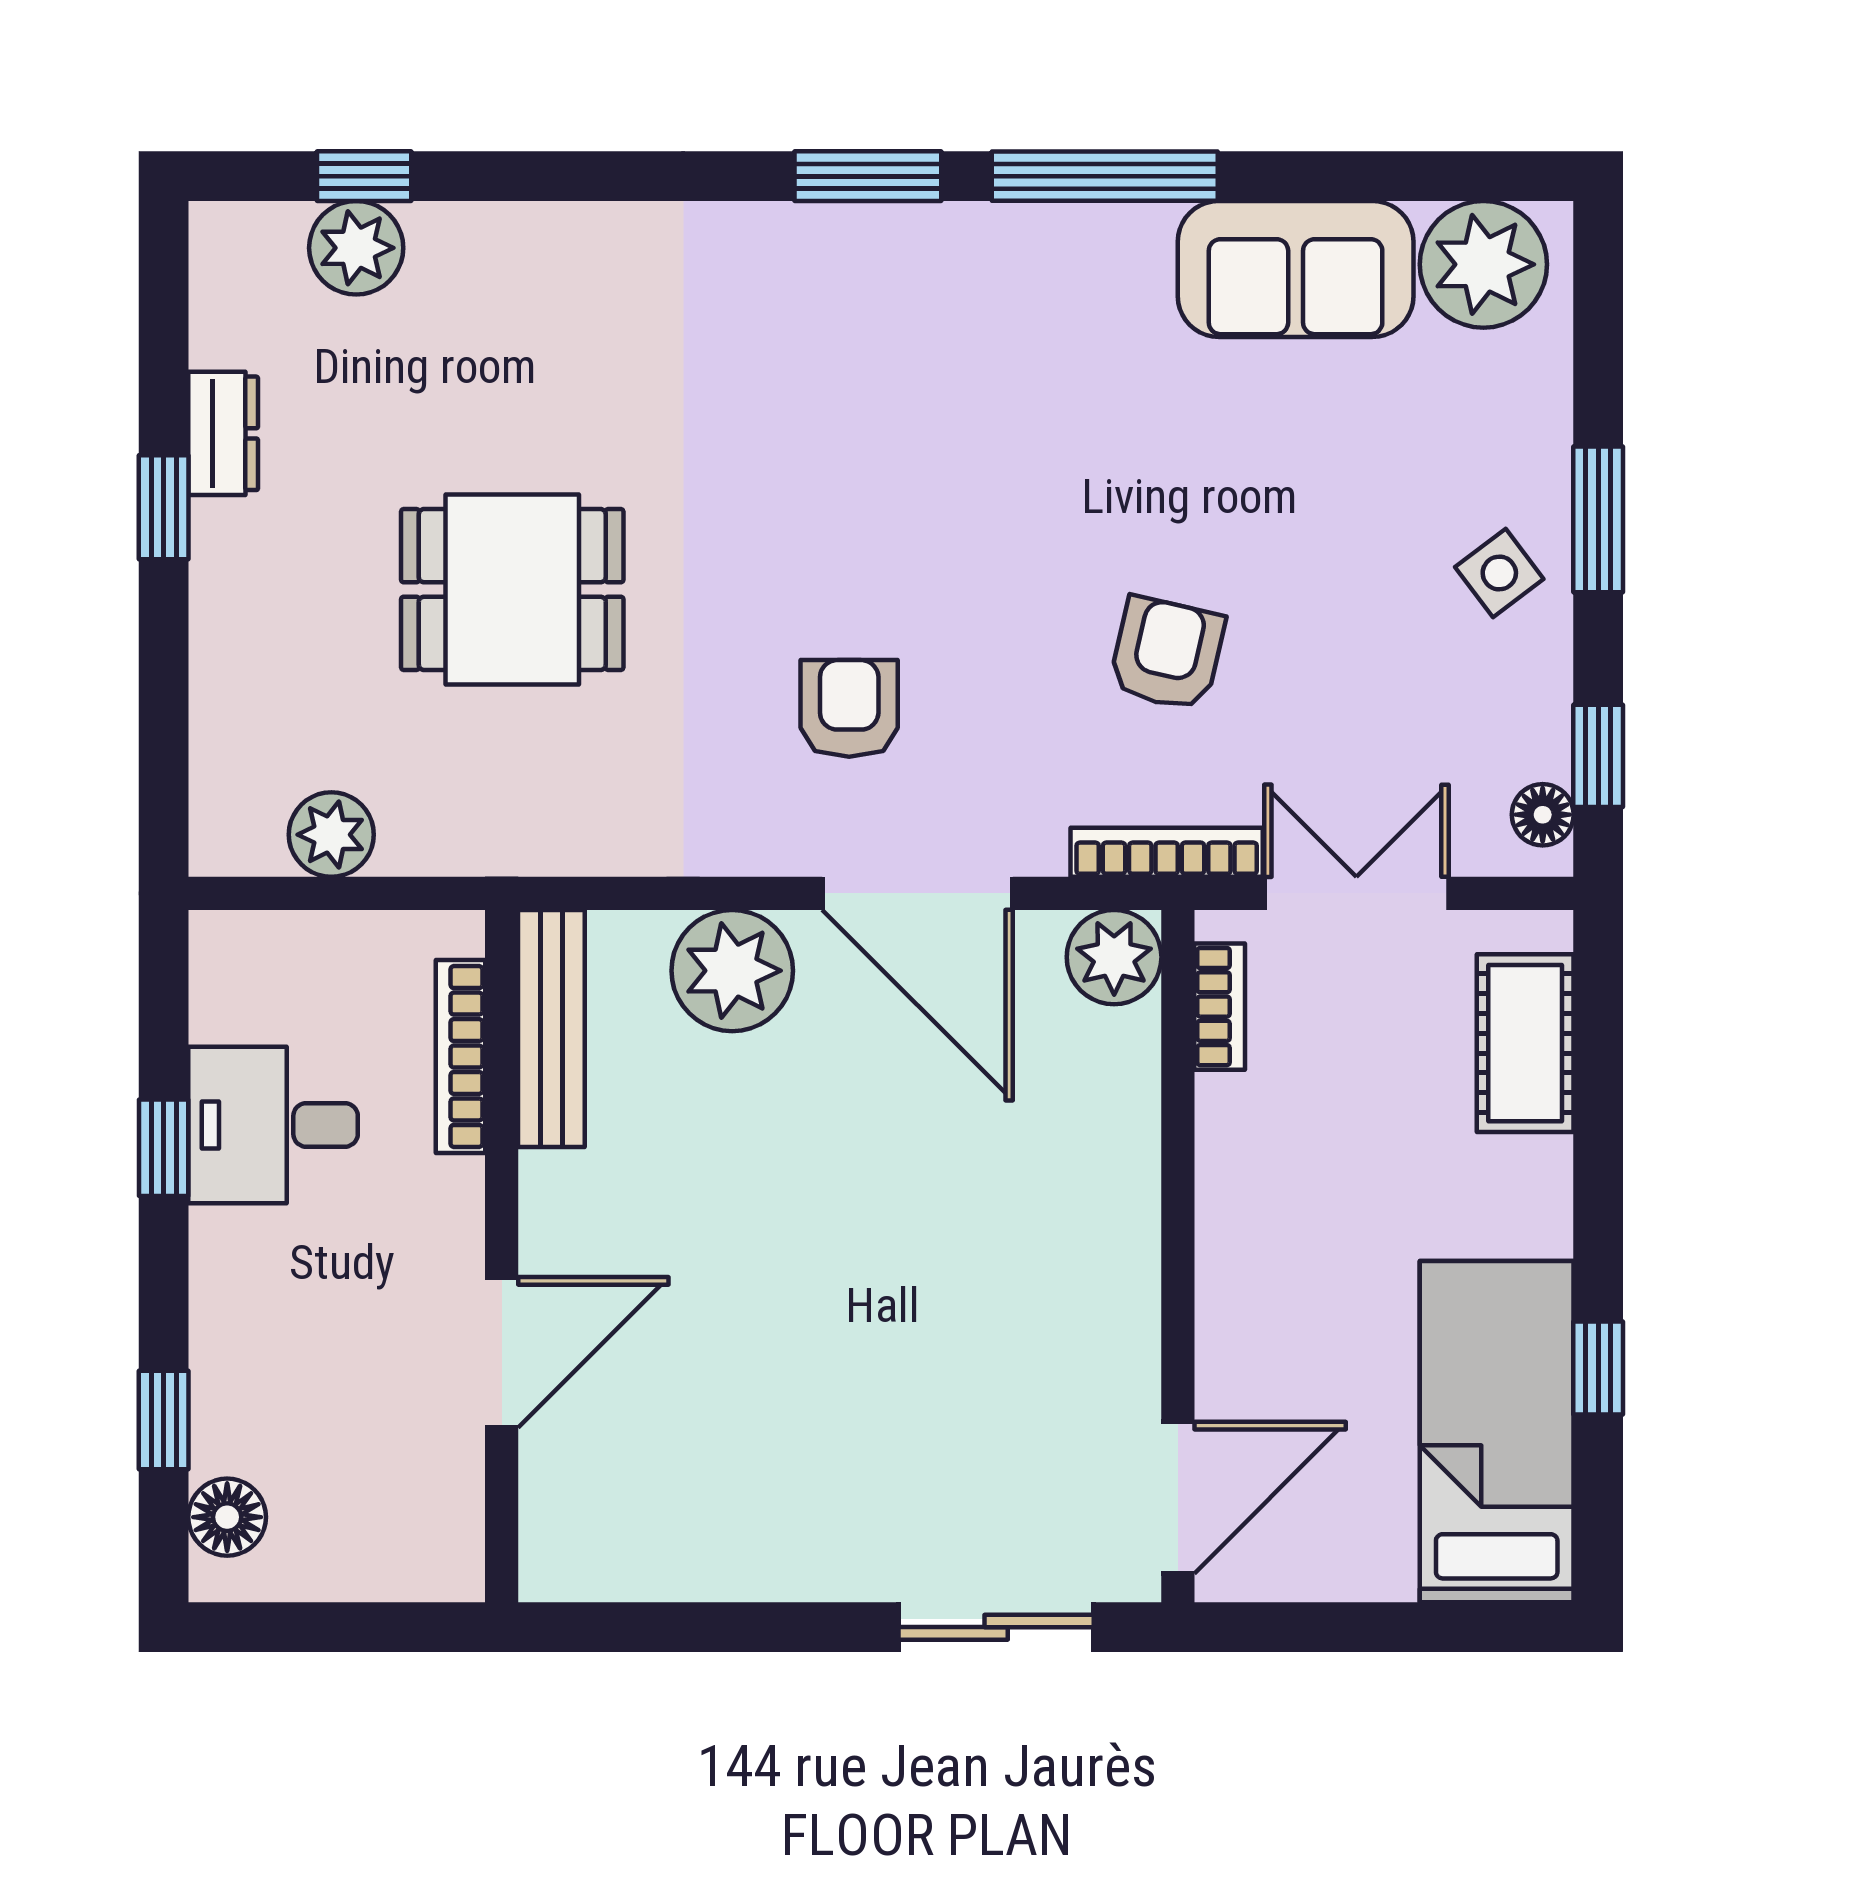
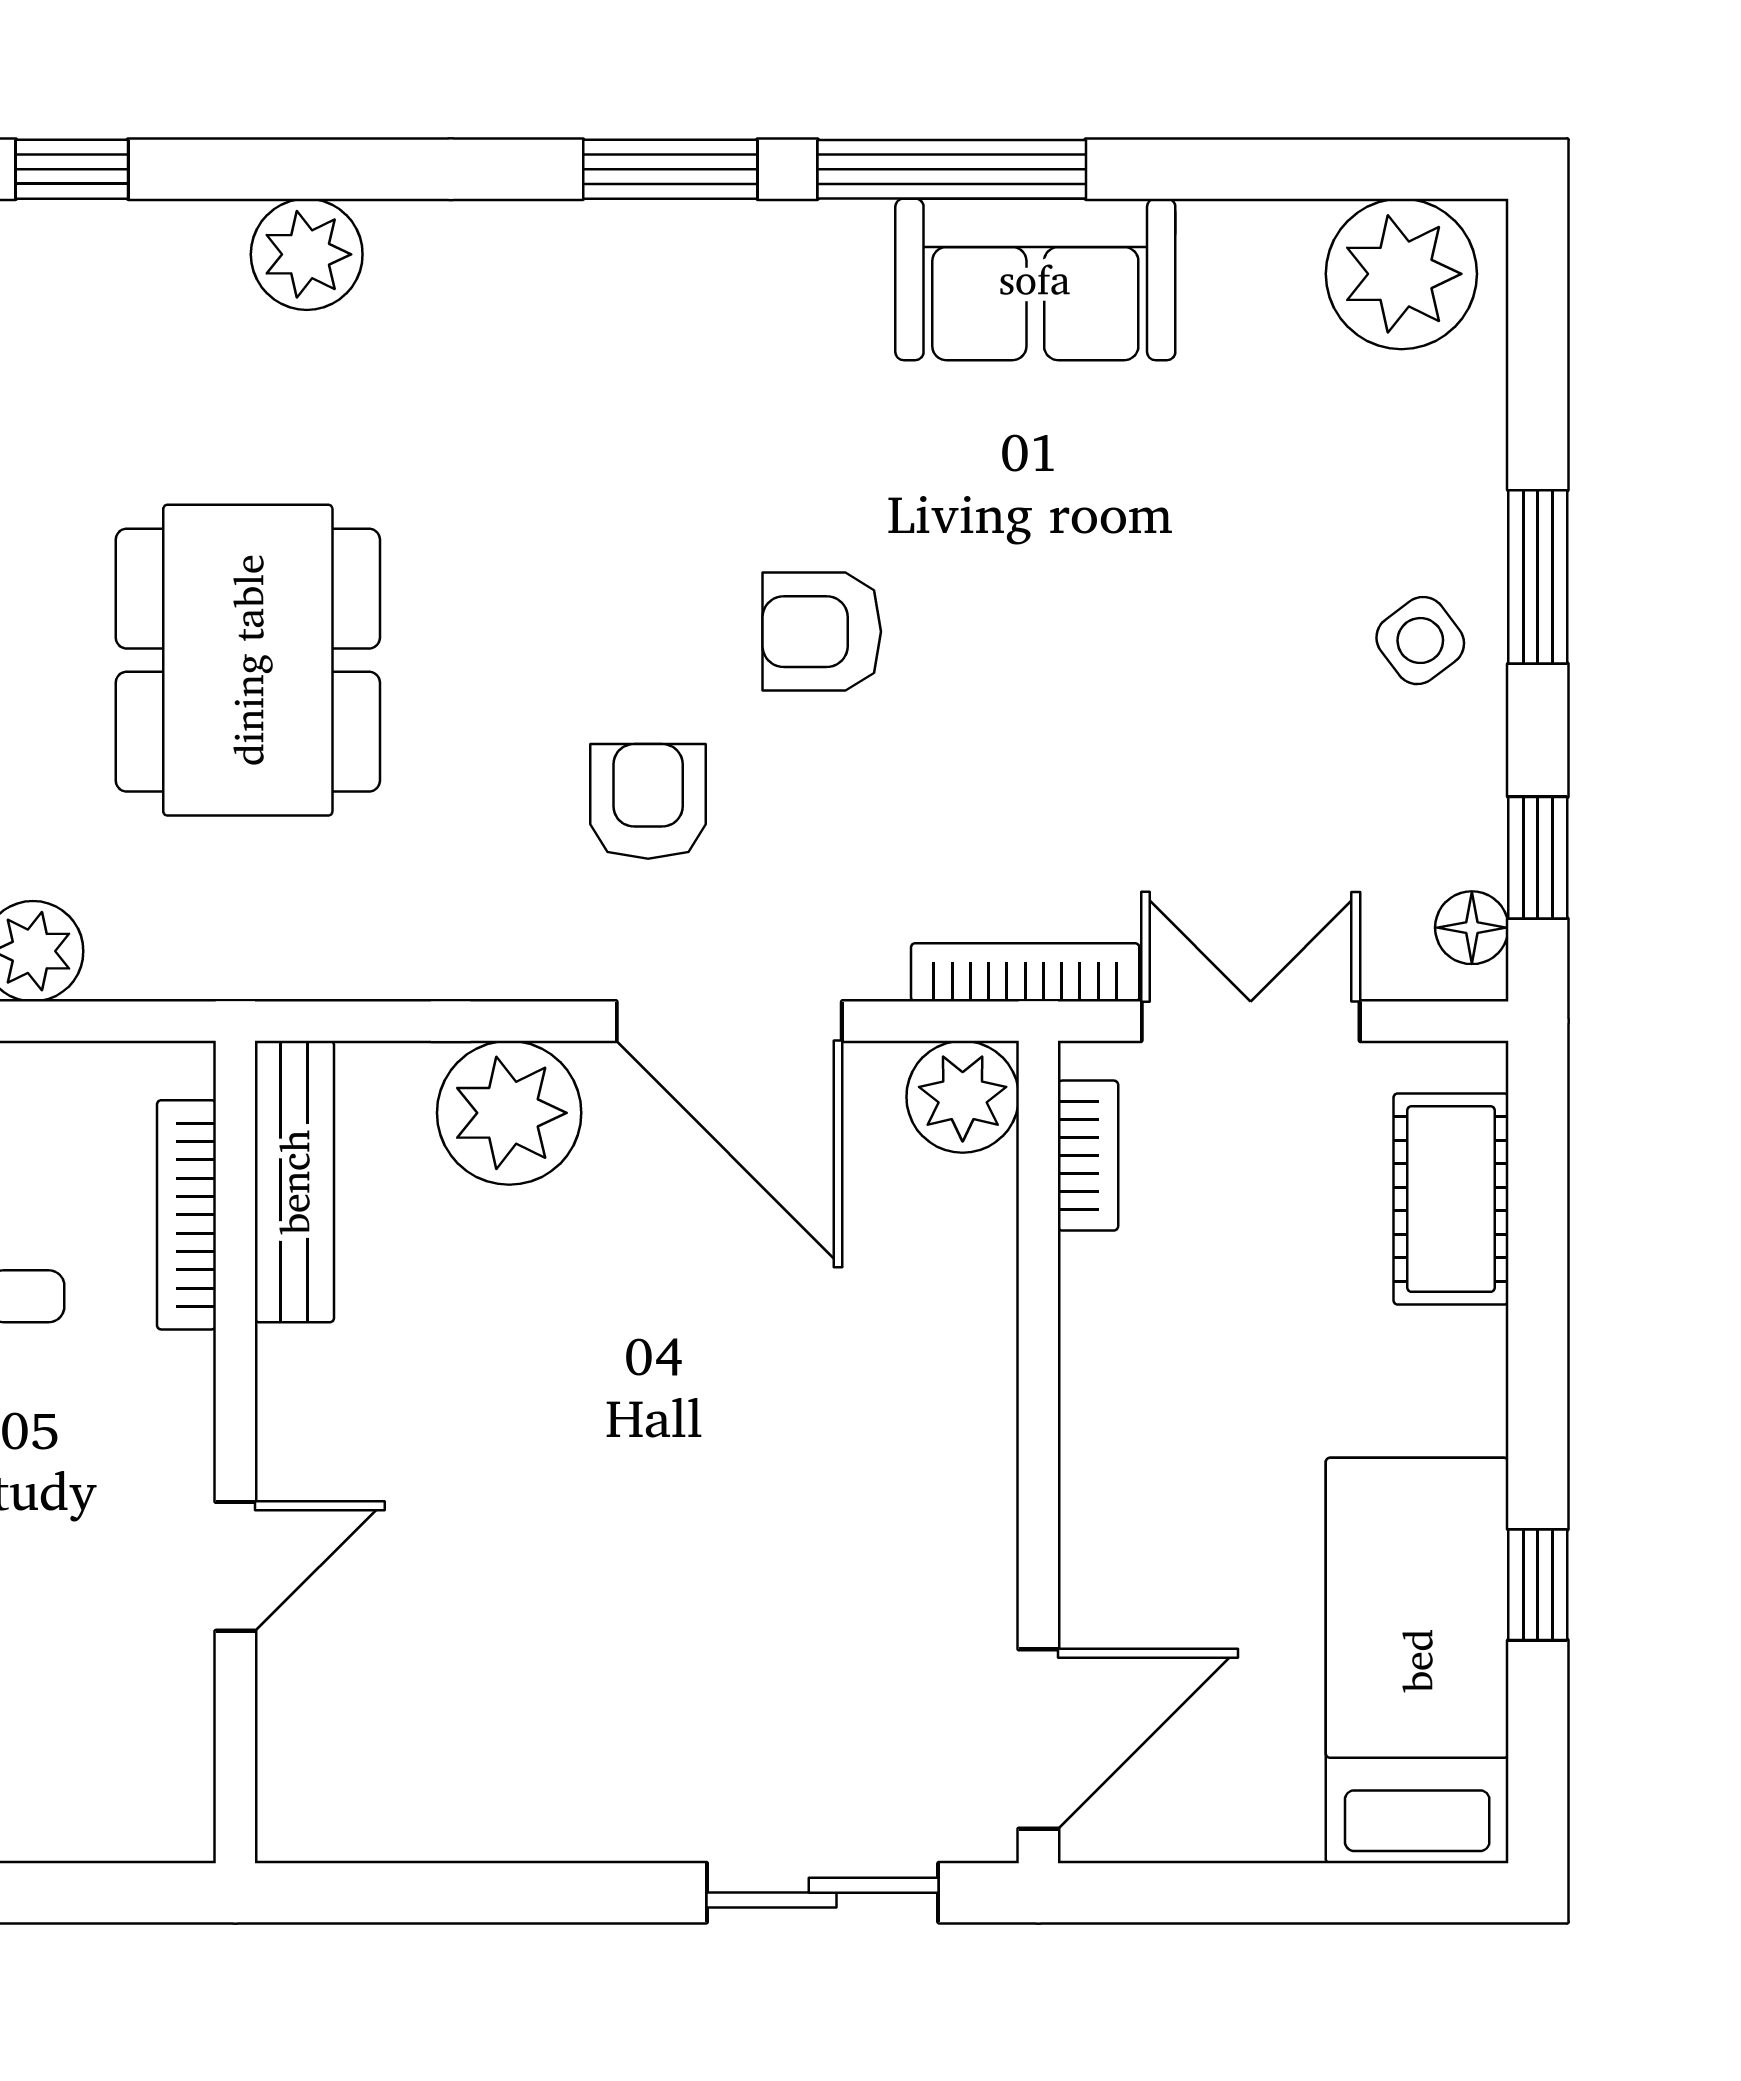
plant: (356, 248) -> (307, 254), moved
sofa: (1296, 269) -> (1035, 279), moved
dining table: (512, 590) -> (248, 660), width x1.38
armchair: (1167, 654) -> (822, 632), moved, turned -103
door: (502, 1352) -> (235, 1566), width x0.73

